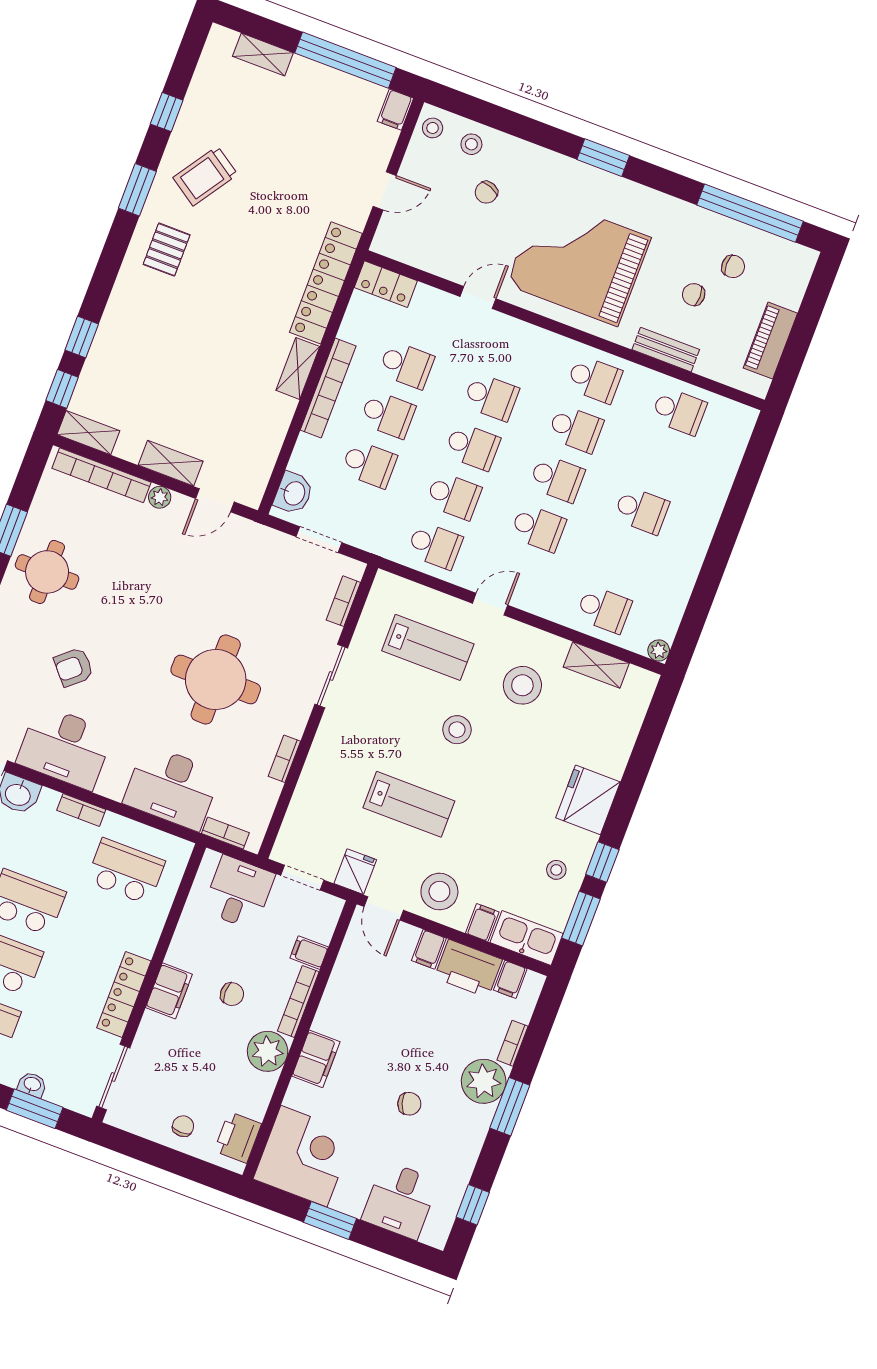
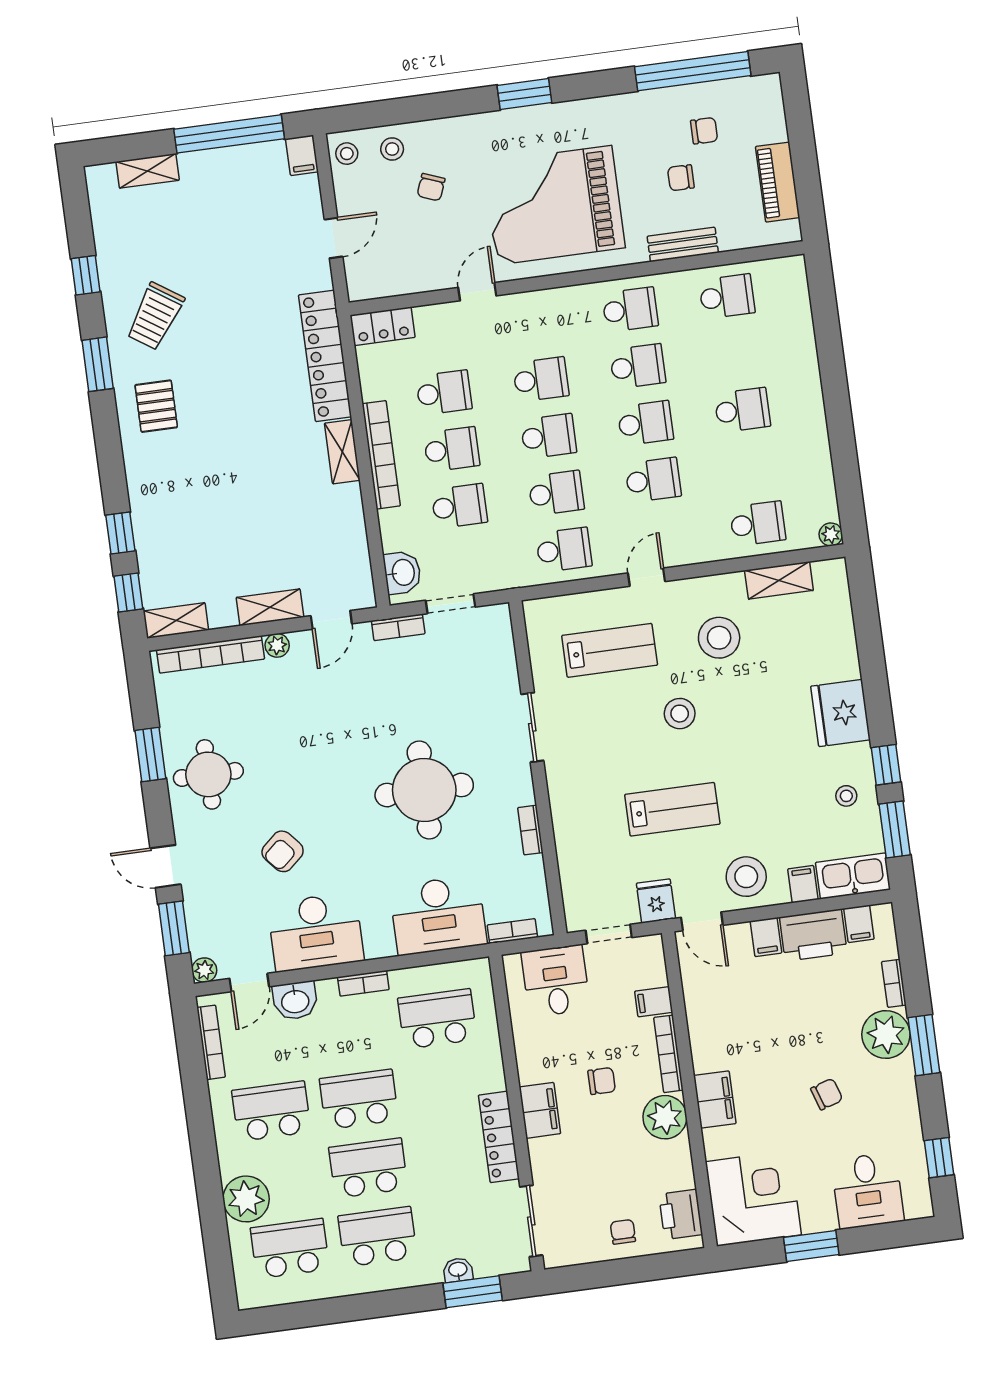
bookcase: (343, 601) -> (398, 627), moved, turned -90

